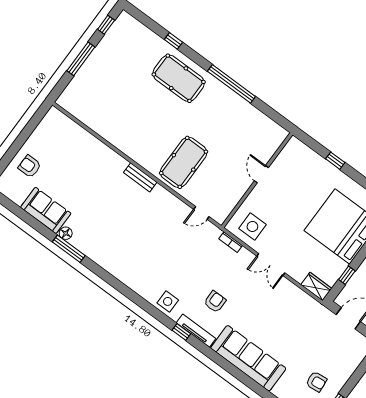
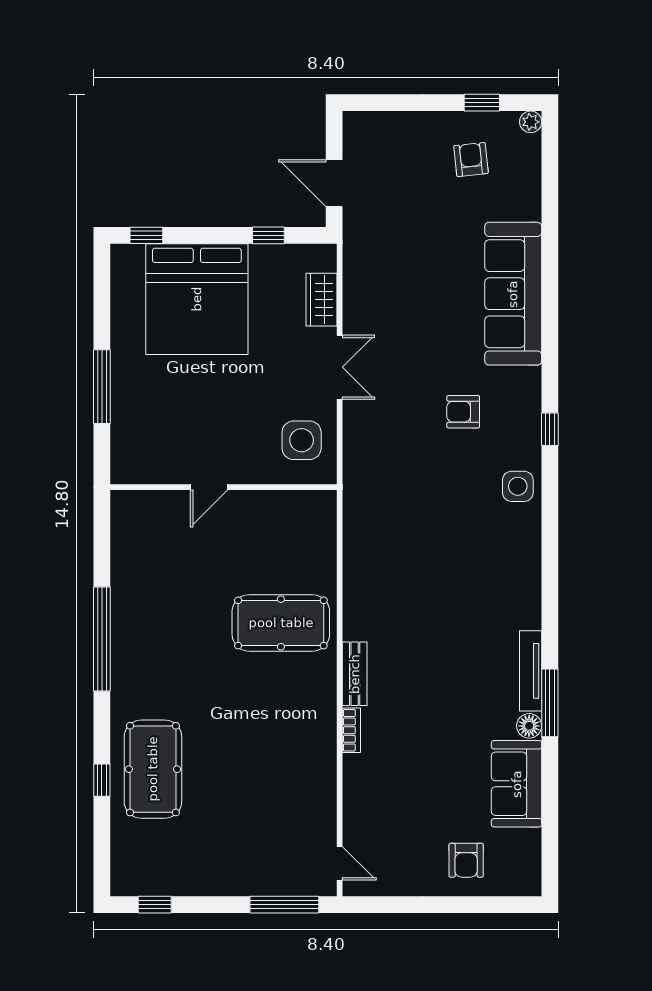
window: (81, 59) -> (284, 905), moved
pool table: (179, 78) -> (153, 769), moved
window: (335, 161) -> (102, 387), width x2.17
door: (201, 213) -> (340, 863), moved
bookcase: (231, 242) -> (351, 730), moved
wardrobe: (316, 287) -> (322, 300), moved
tv unit: (196, 331) -> (531, 671), moved

